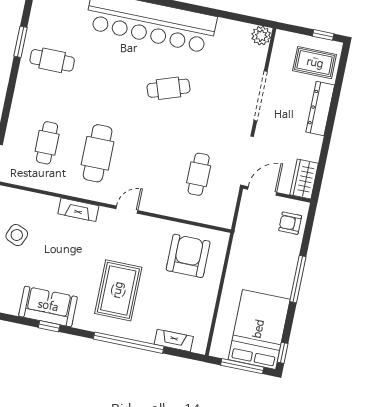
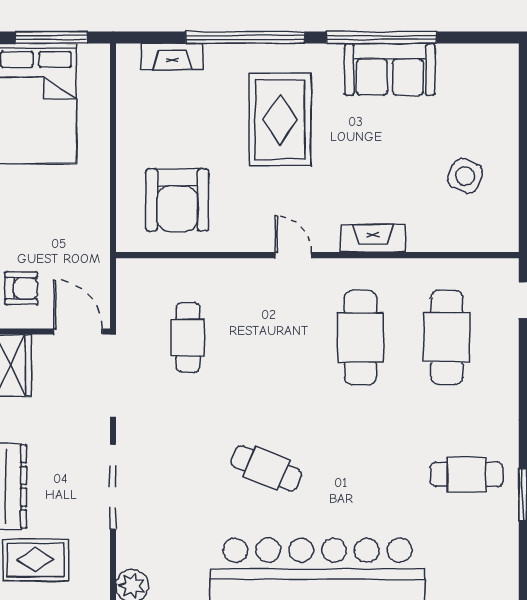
cafe table: (169, 88) -> (266, 468), turned 42
cafe table: (47, 143) -> (447, 337), width x1.37, depth x1.35
door: (262, 191) -> (78, 332), swing flipped
door: (127, 210) -> (293, 255), swing flipped
window: (49, 326) -> (381, 37), width x3.17

